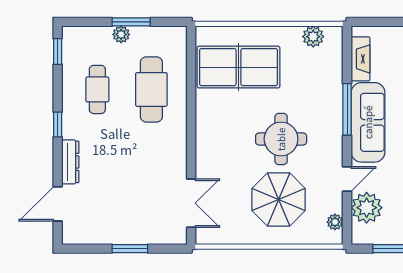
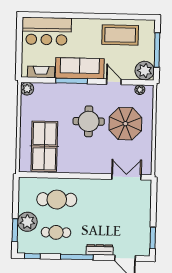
window: (131, 22) -> (15, 230), moved
plant: (121, 34) -> (27, 222), width x1.88, depth x1.88
plant: (313, 37) -> (27, 89), moved
window: (58, 124) -> (77, 257), width x2.17
plant: (367, 208) -> (145, 71), moved
window: (130, 249) -> (153, 238), moved

